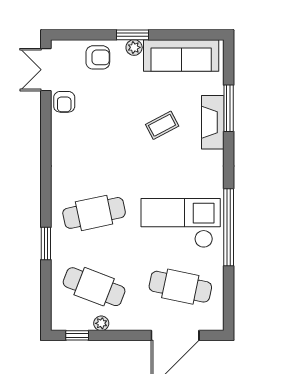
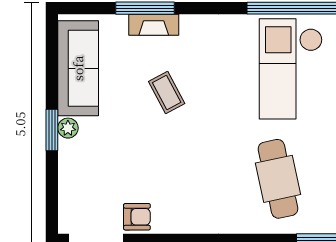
armchair: (98, 57) -> (81, 174), removed
fireplace: (213, 122) -> (154, 25), width x0.73, depth x0.76

